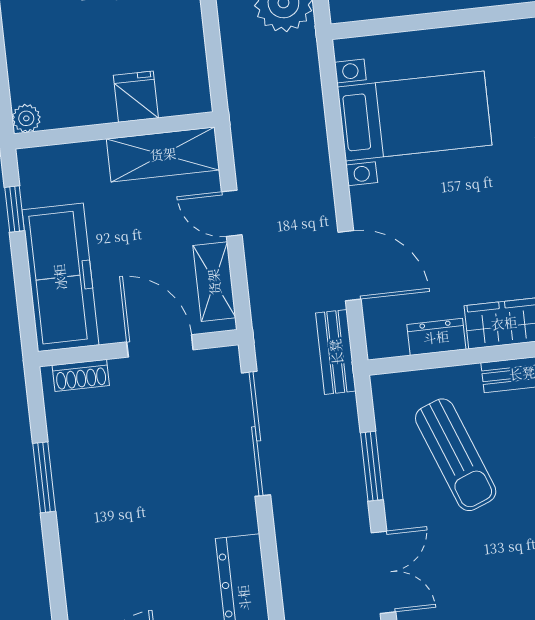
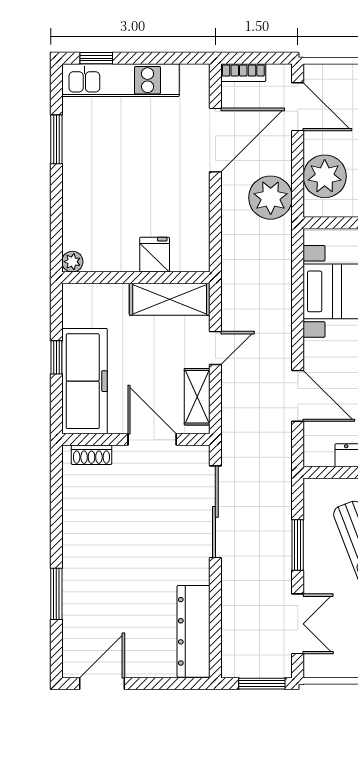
window: (15, 209) -> (56, 357), moved
door: (232, 213) -> (215, 348), swing flipped
bench: (336, 352) -> (281, 458), removed
window: (44, 477) -> (56, 594), moved

